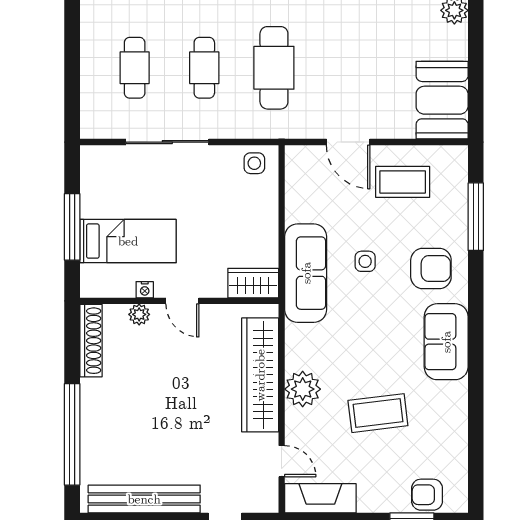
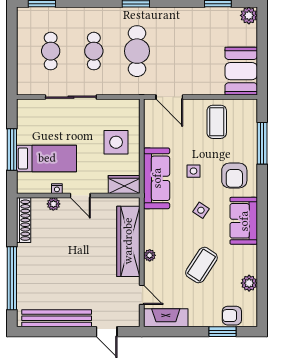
door: (348, 142) -> (169, 97), moved
side table: (254, 163) -> (116, 142), moved, width x1.87, depth x1.87
coffee table: (403, 182) -> (217, 122), turned 90
armchair: (431, 269) -> (234, 175), turned 90
side table: (377, 325) -> (201, 210), added
plant: (303, 389) -> (150, 255), width x0.53, depth x0.53
coffee table: (378, 413) -> (201, 265), turned -50
plant: (455, 442) -> (249, 283), added

